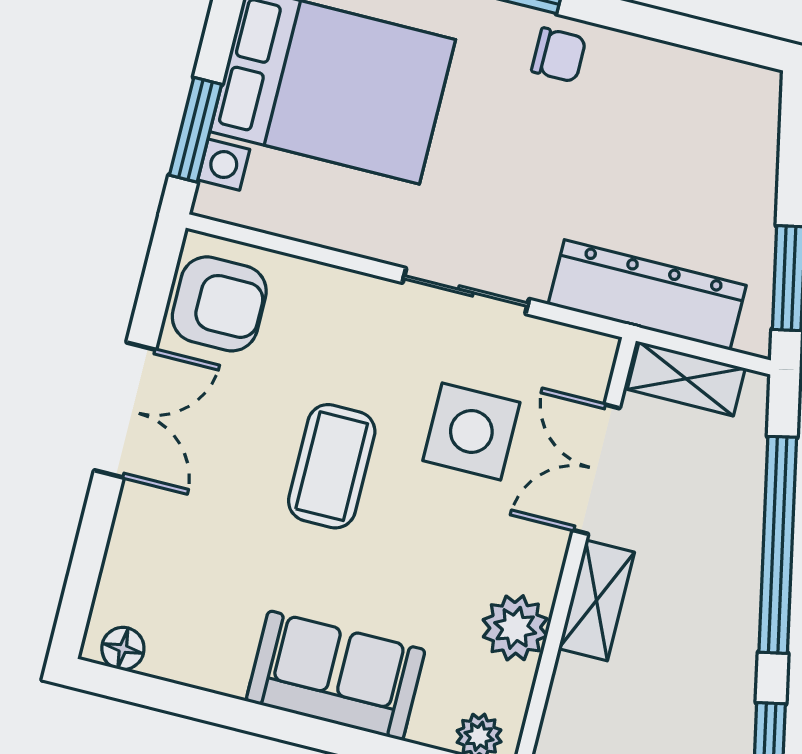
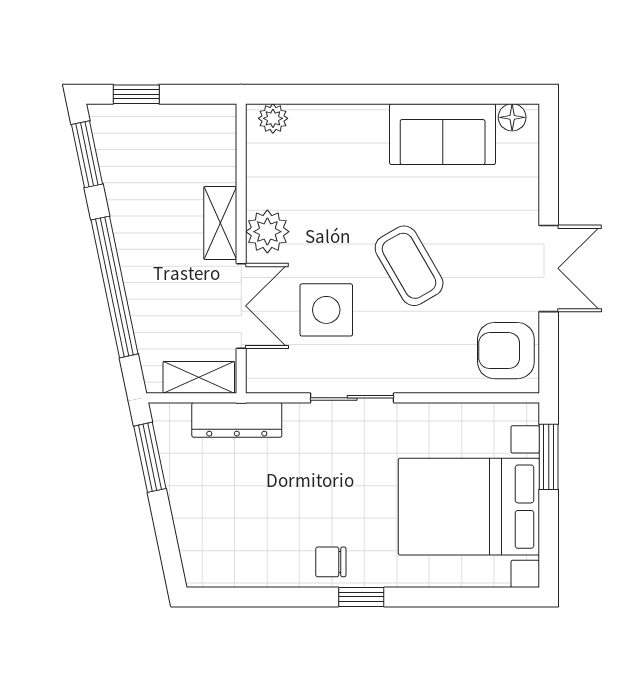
dresser: (647, 295) -> (237, 420), width x0.73, depth x0.80
double door: (125, 410) -> (549, 268), swing flipped
coffee table: (332, 466) -> (409, 266), turned -30
plant: (515, 628) -> (267, 232), moved
sofa: (336, 675) -> (443, 134), moved

